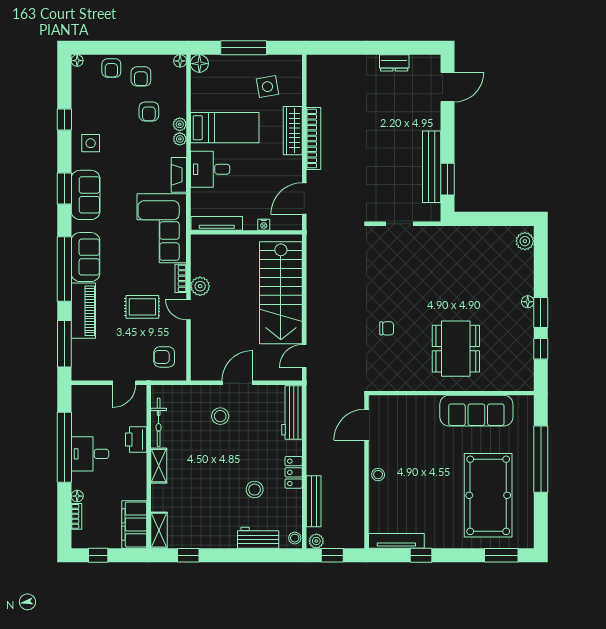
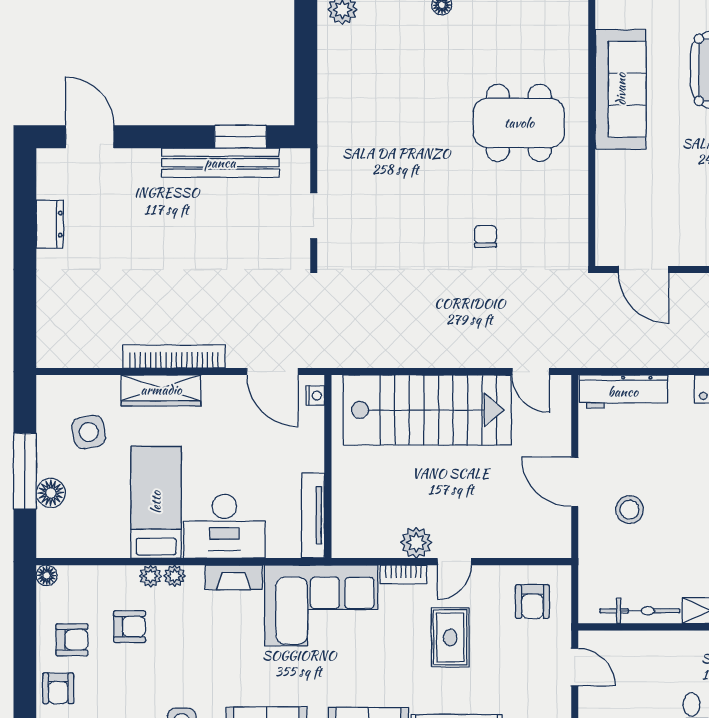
floor lamp: (199, 64) -> (51, 493), moved
armchair: (111, 68) -> (58, 688), turned 90
desk: (210, 169) -> (224, 526), width x1.37
nightstand: (264, 225) -> (315, 396), moved
printer: (136, 440) -> (668, 648), removed

